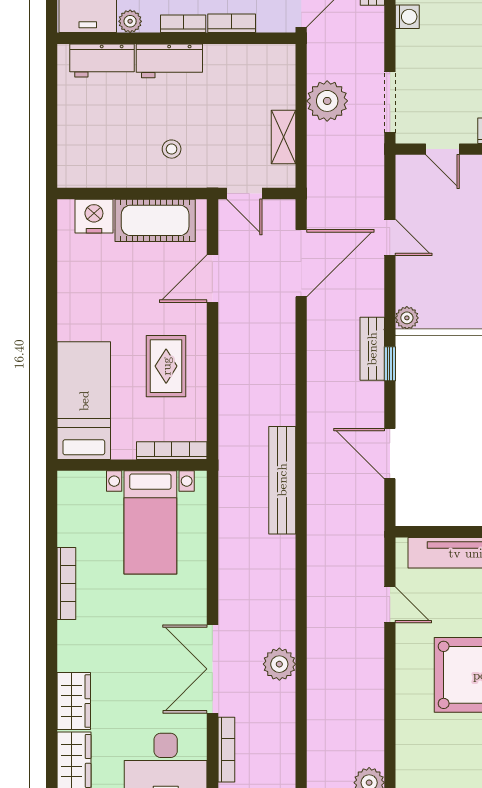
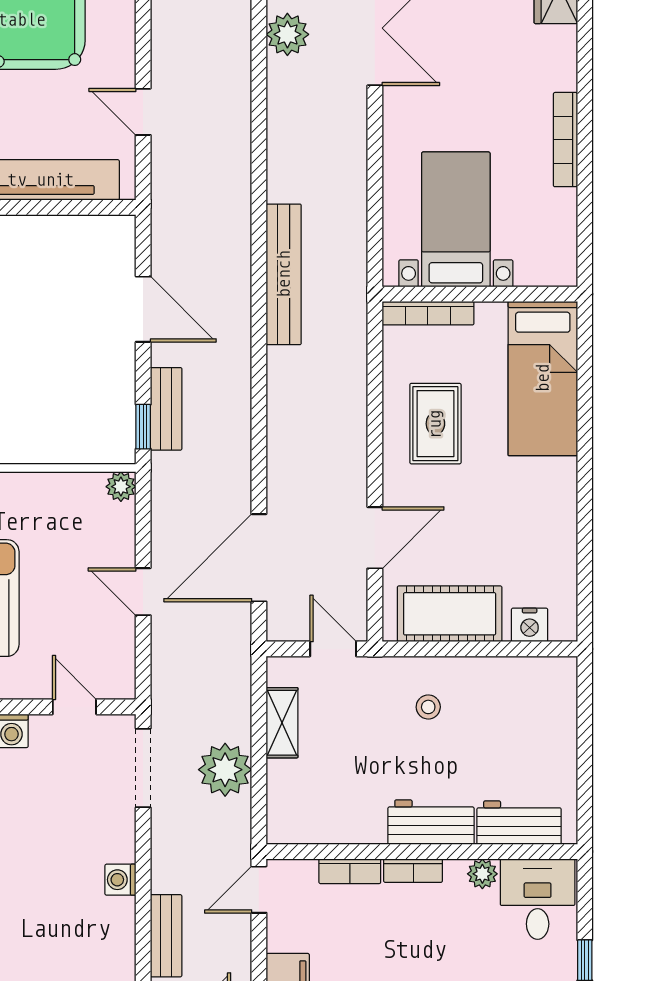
nightstand: (94, 216) -> (530, 625), width x0.74, depth x0.75
bench: (372, 349) -> (166, 409), moved

